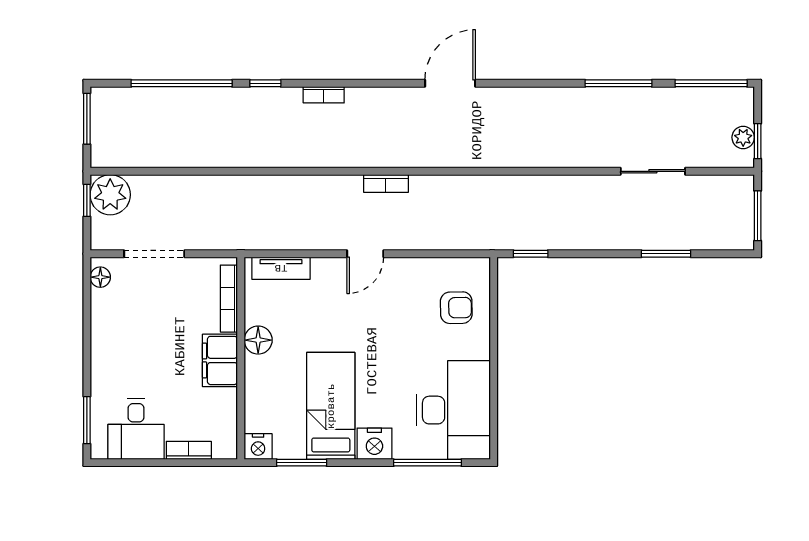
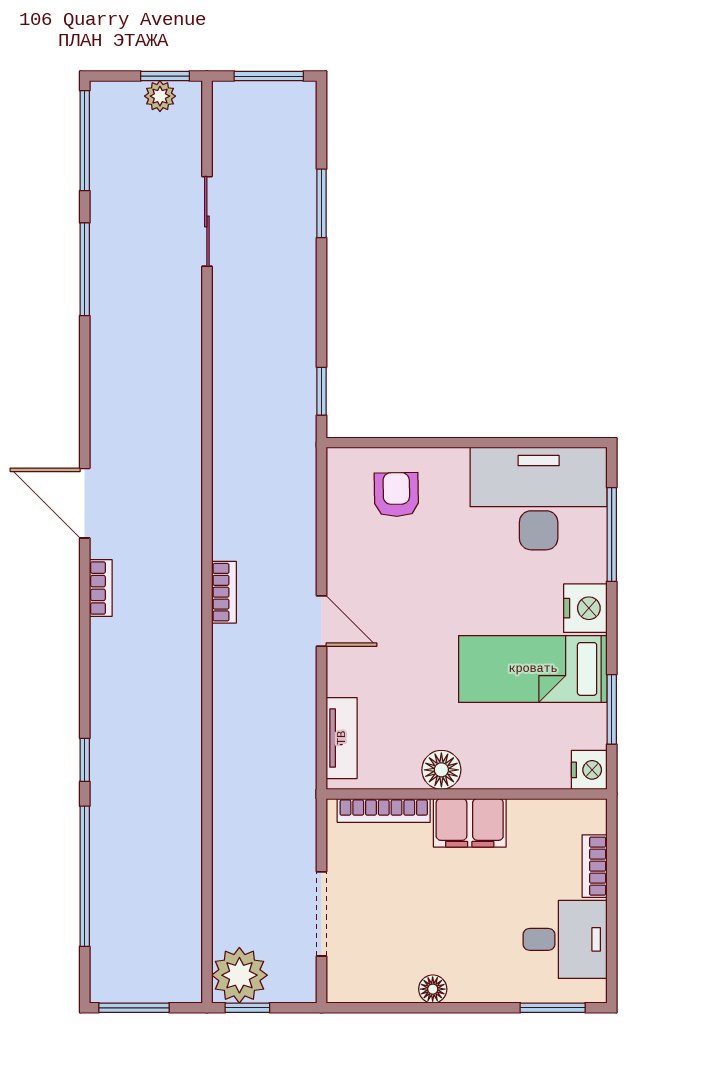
bookcase: (324, 95) -> (101, 588), moved
floor lamp: (100, 277) -> (433, 989), moved

